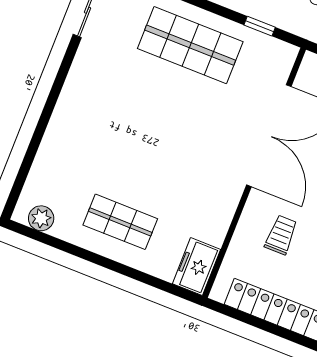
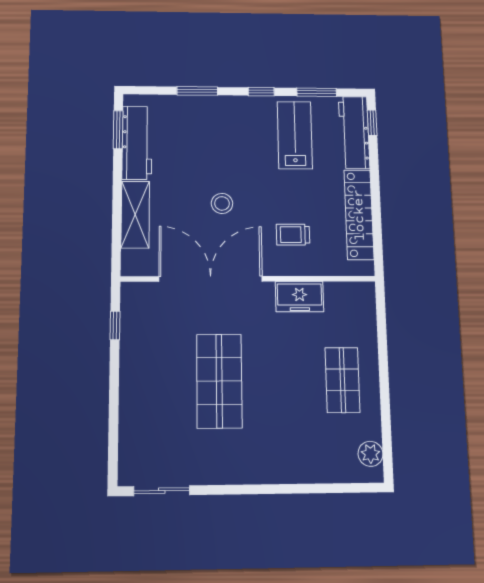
shop shelf: (190, 45) -> (219, 381), moved
freezer: (196, 267) -> (299, 297), moved

